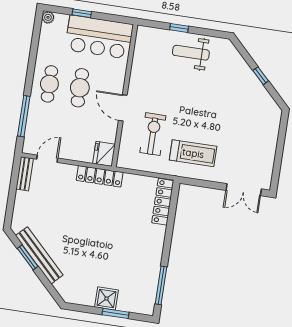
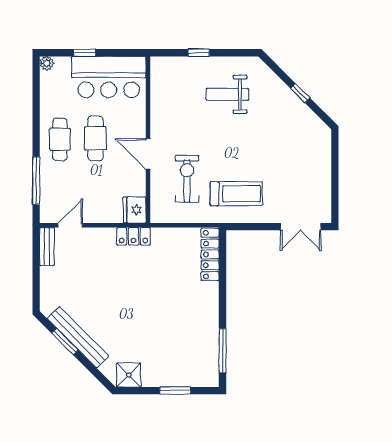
weight bench: (191, 53) -> (227, 94), moved
locker: (100, 176) -> (133, 236), width x0.66
shower: (106, 298) -> (129, 375), moved

